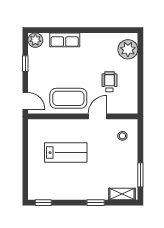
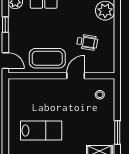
wheelchair: (109, 82) -> (87, 42), turned 99
lab bench: (66, 153) -> (41, 131), moved

